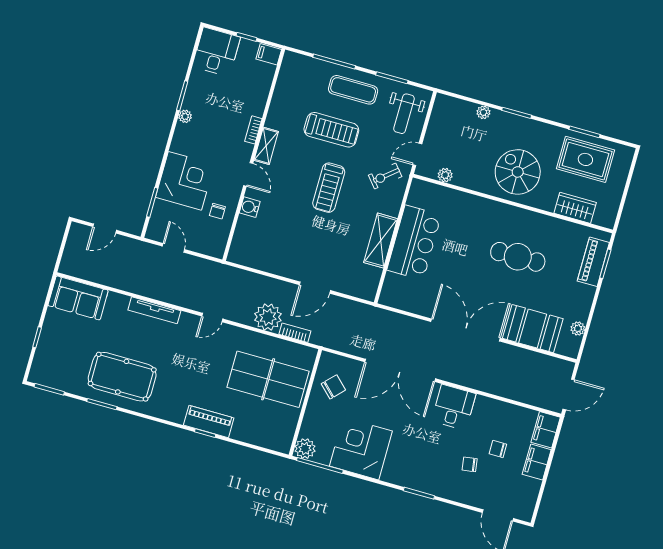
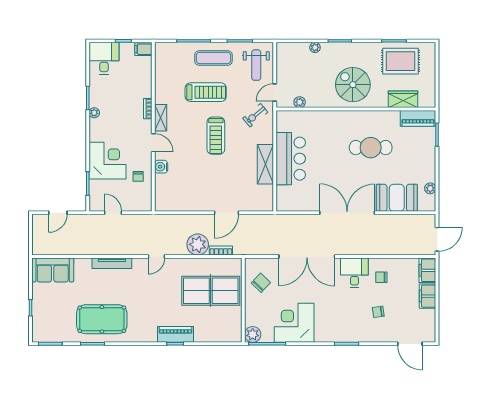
piano: (593, 262) -> (418, 118), moved, turned -90
chair: (498, 449) -> (381, 277), moved

